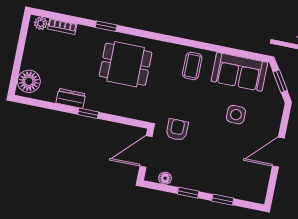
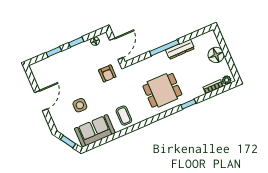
floor lamp: (29, 81) -> (216, 55), moved
dresser: (71, 98) -> (180, 49), width x1.44
window: (88, 113) -> (164, 48), width x2.17

